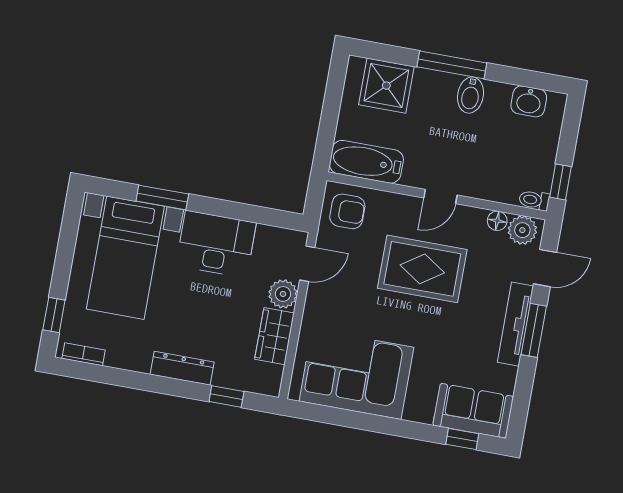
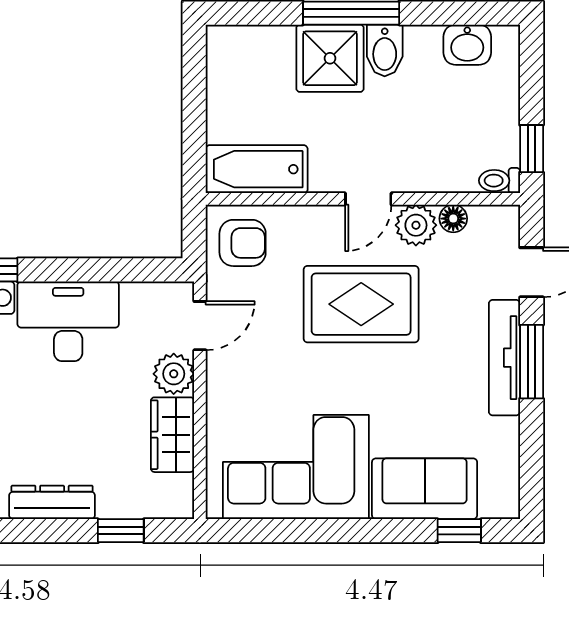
shower: (386, 86) -> (330, 58), moved
plant: (522, 230) -> (416, 225), moved
sofa: (473, 411) -> (425, 489), moved

